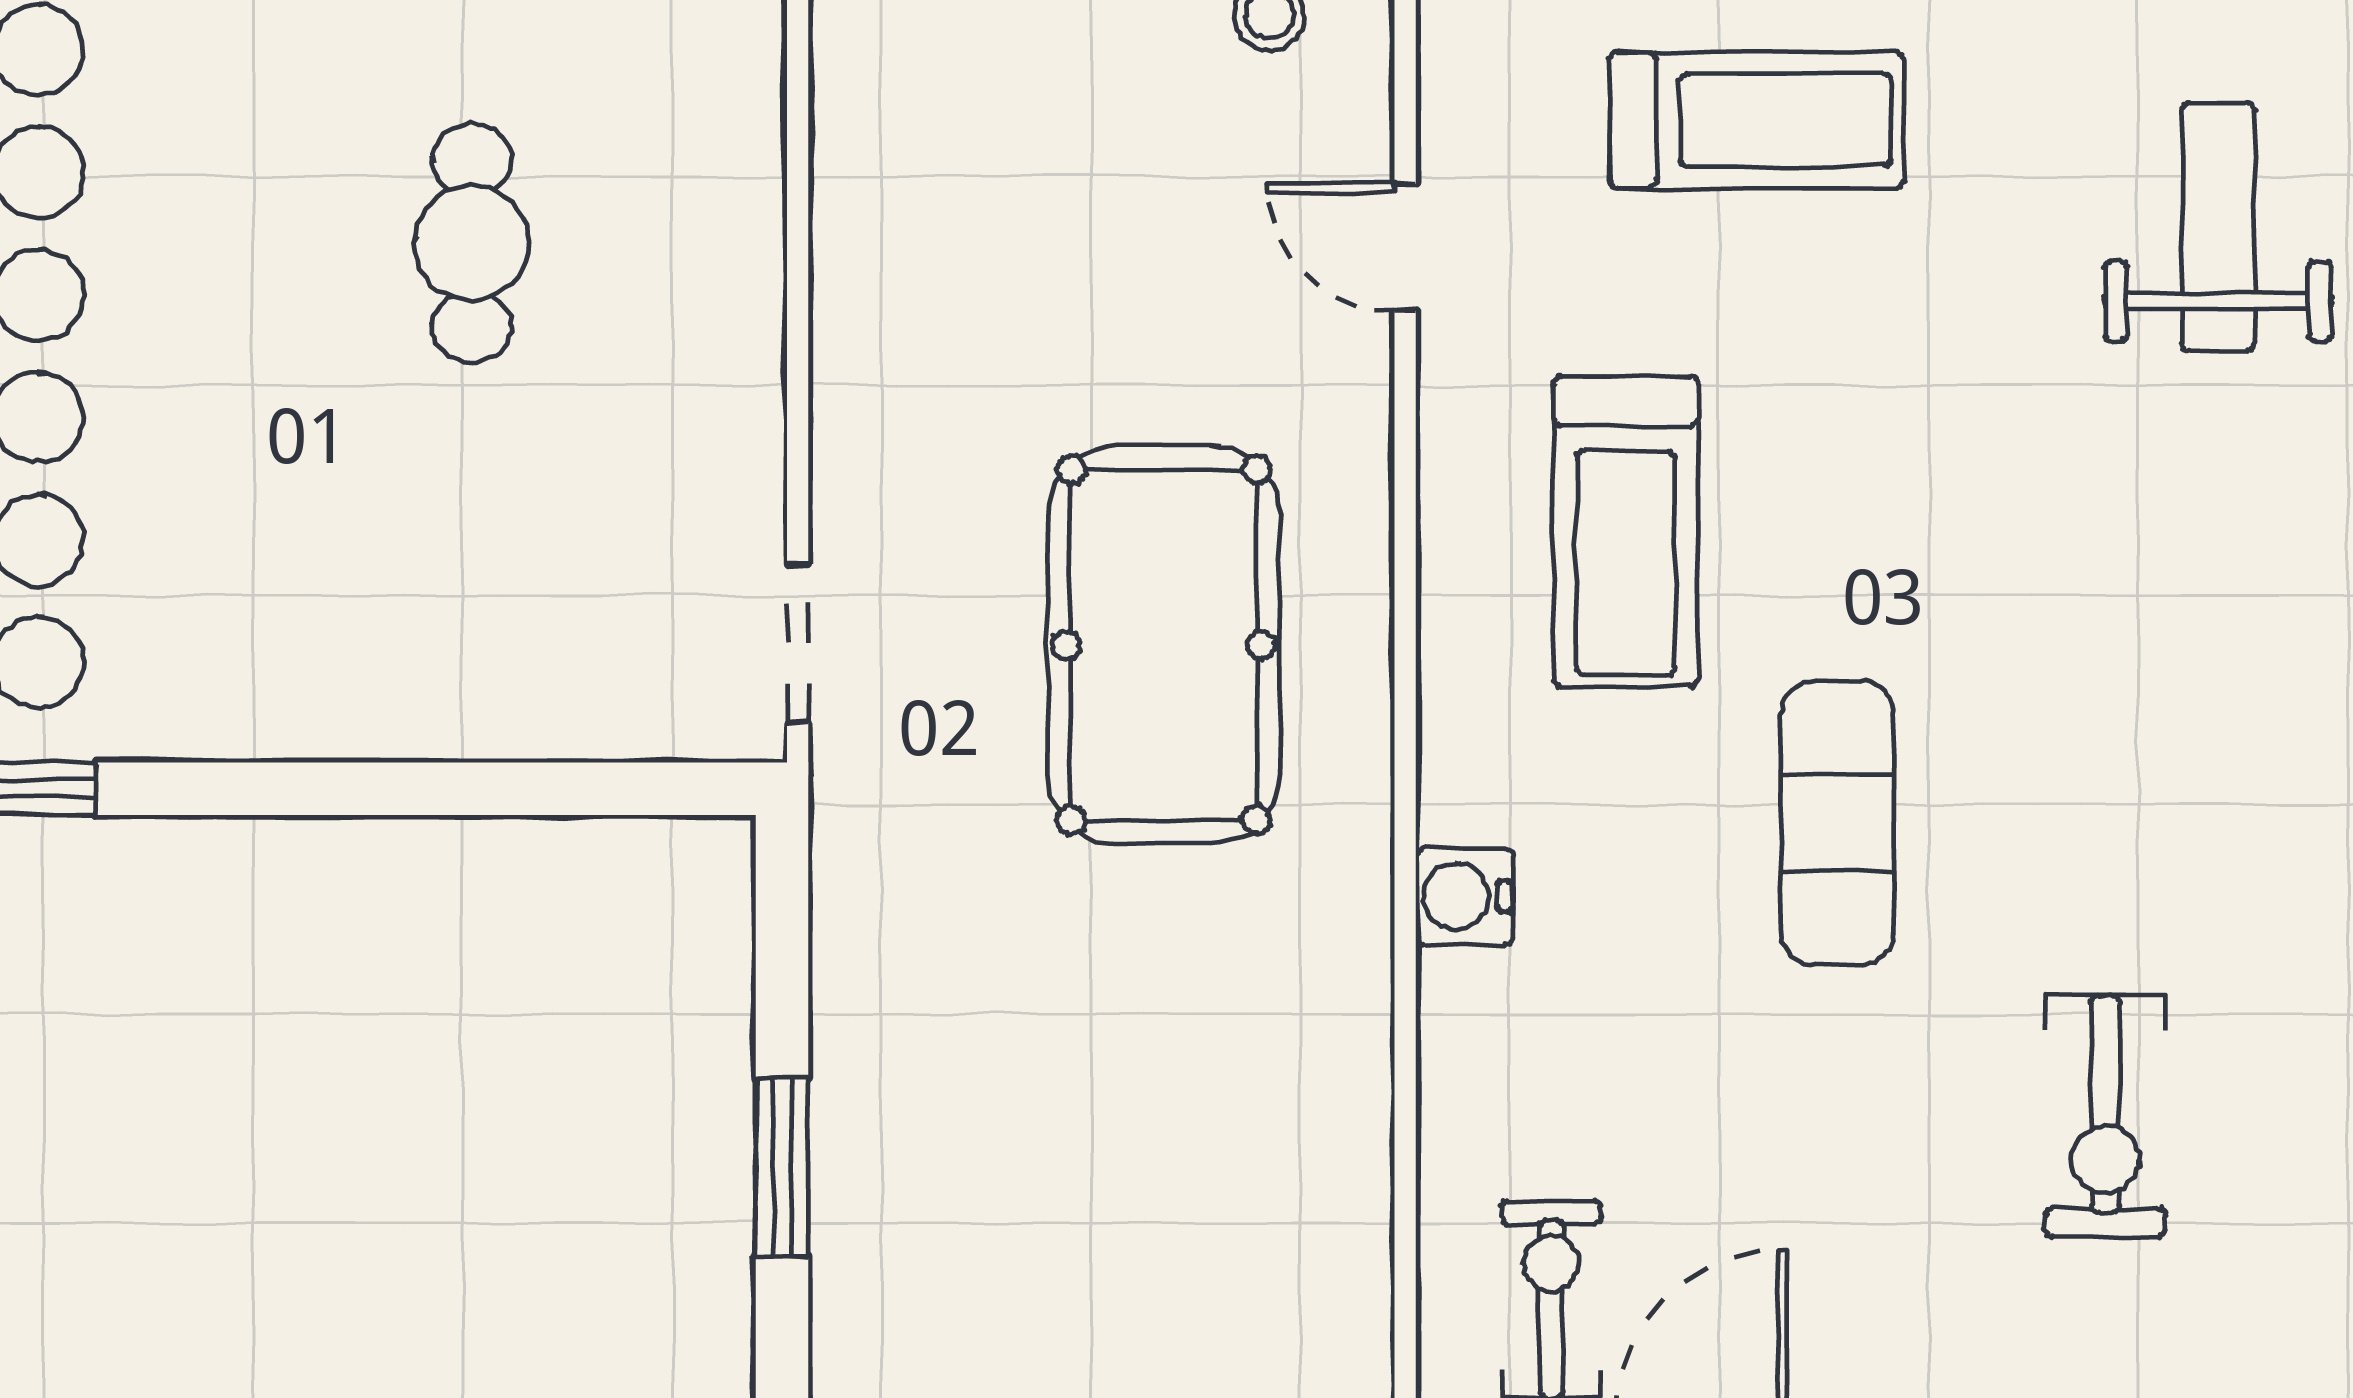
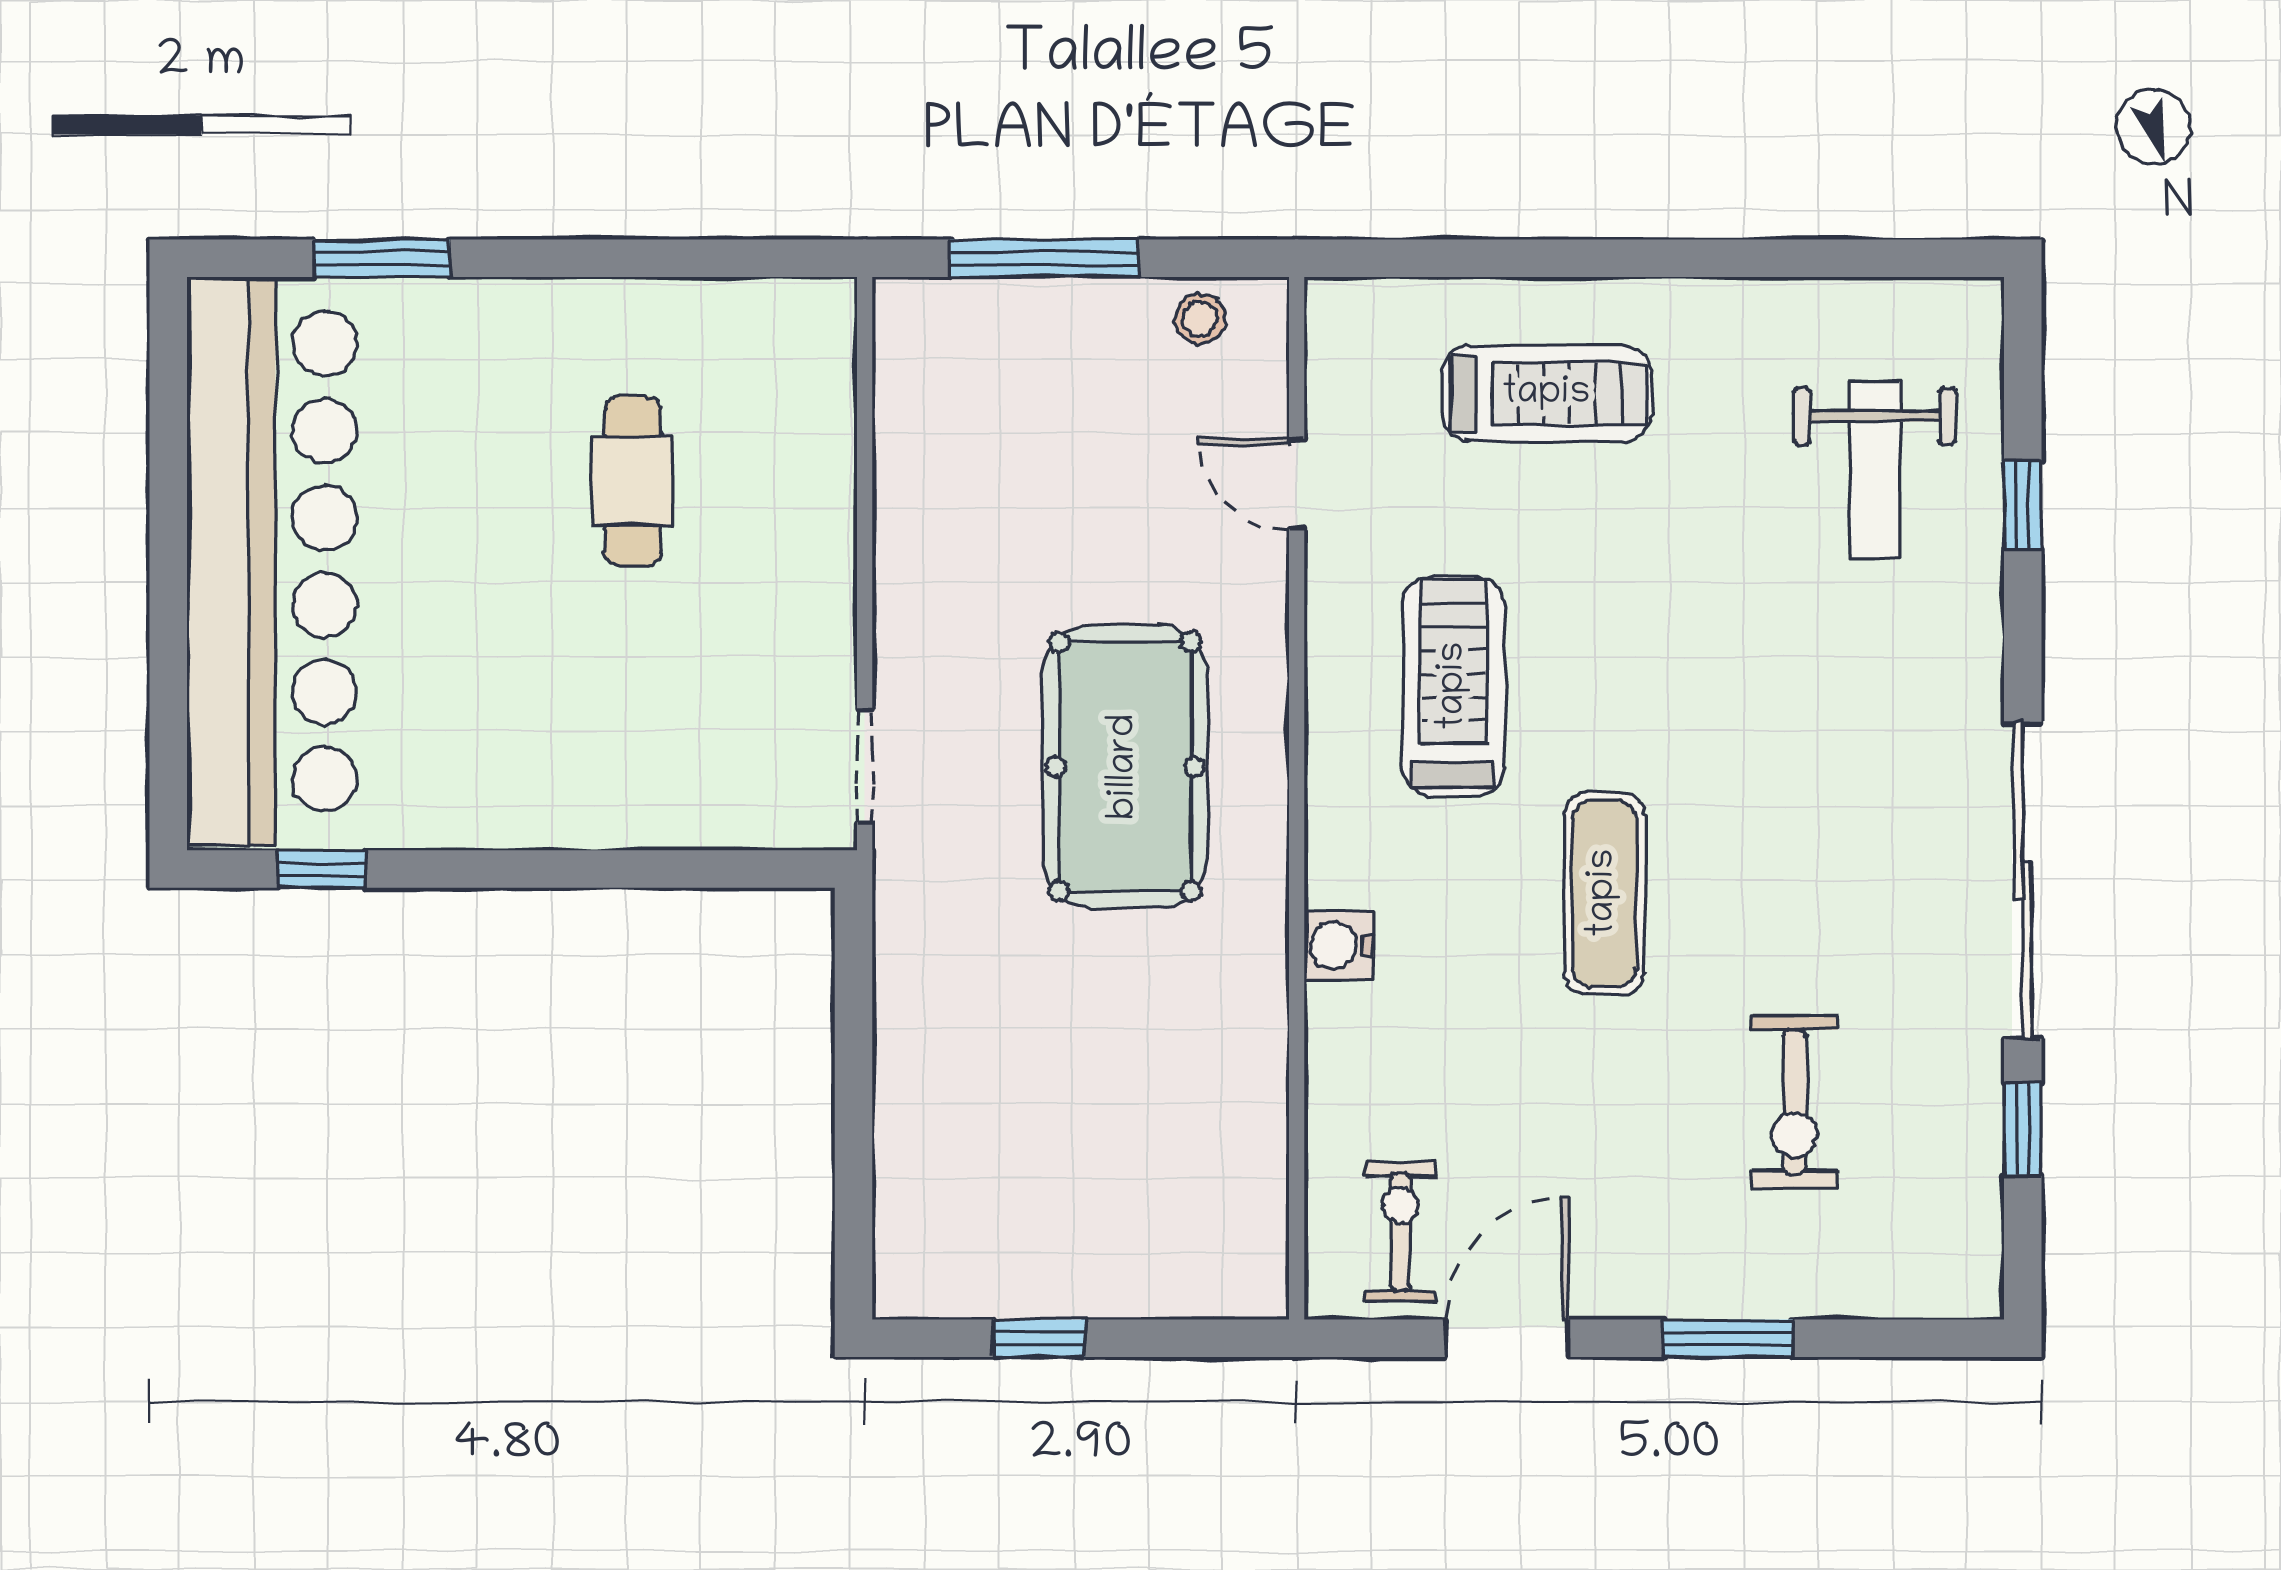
weight bench: (2218, 227) -> (1875, 469), turned 180
treadmill: (1626, 532) -> (1454, 686), turned 180
window: (782, 1167) -> (853, 1138), removed

